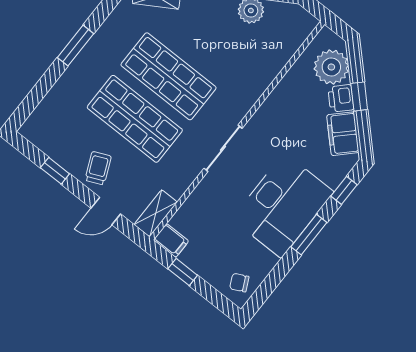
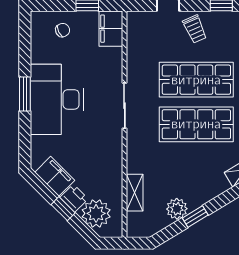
window: (344, 190) -> (25, 140), removed
shelving: (156, 213) -> (135, 193), moved
filing cabinet: (171, 240) -> (111, 29), width x2.00
chair: (239, 283) -> (63, 30), moved

